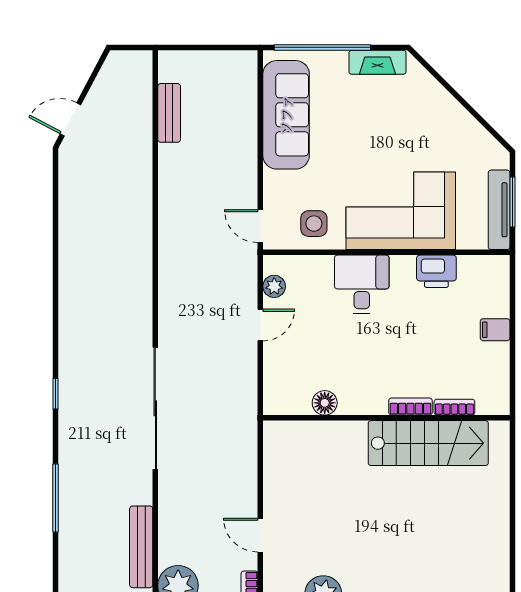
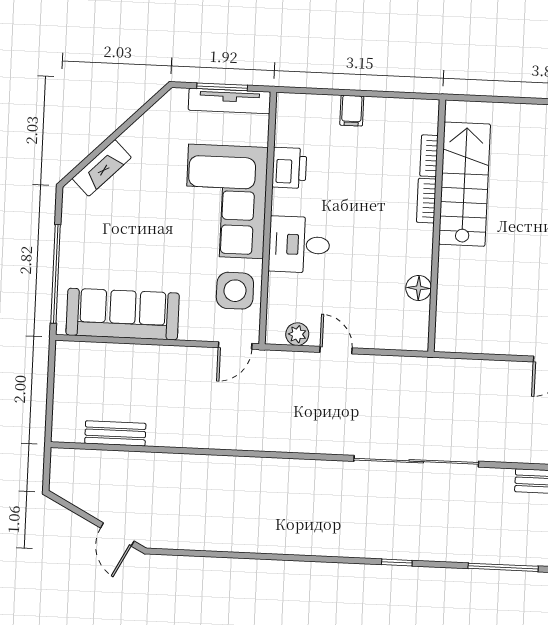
fireplace: (377, 62) -> (102, 168), moved, turned 45
side table: (314, 224) -> (235, 291), width x1.37, depth x1.37

